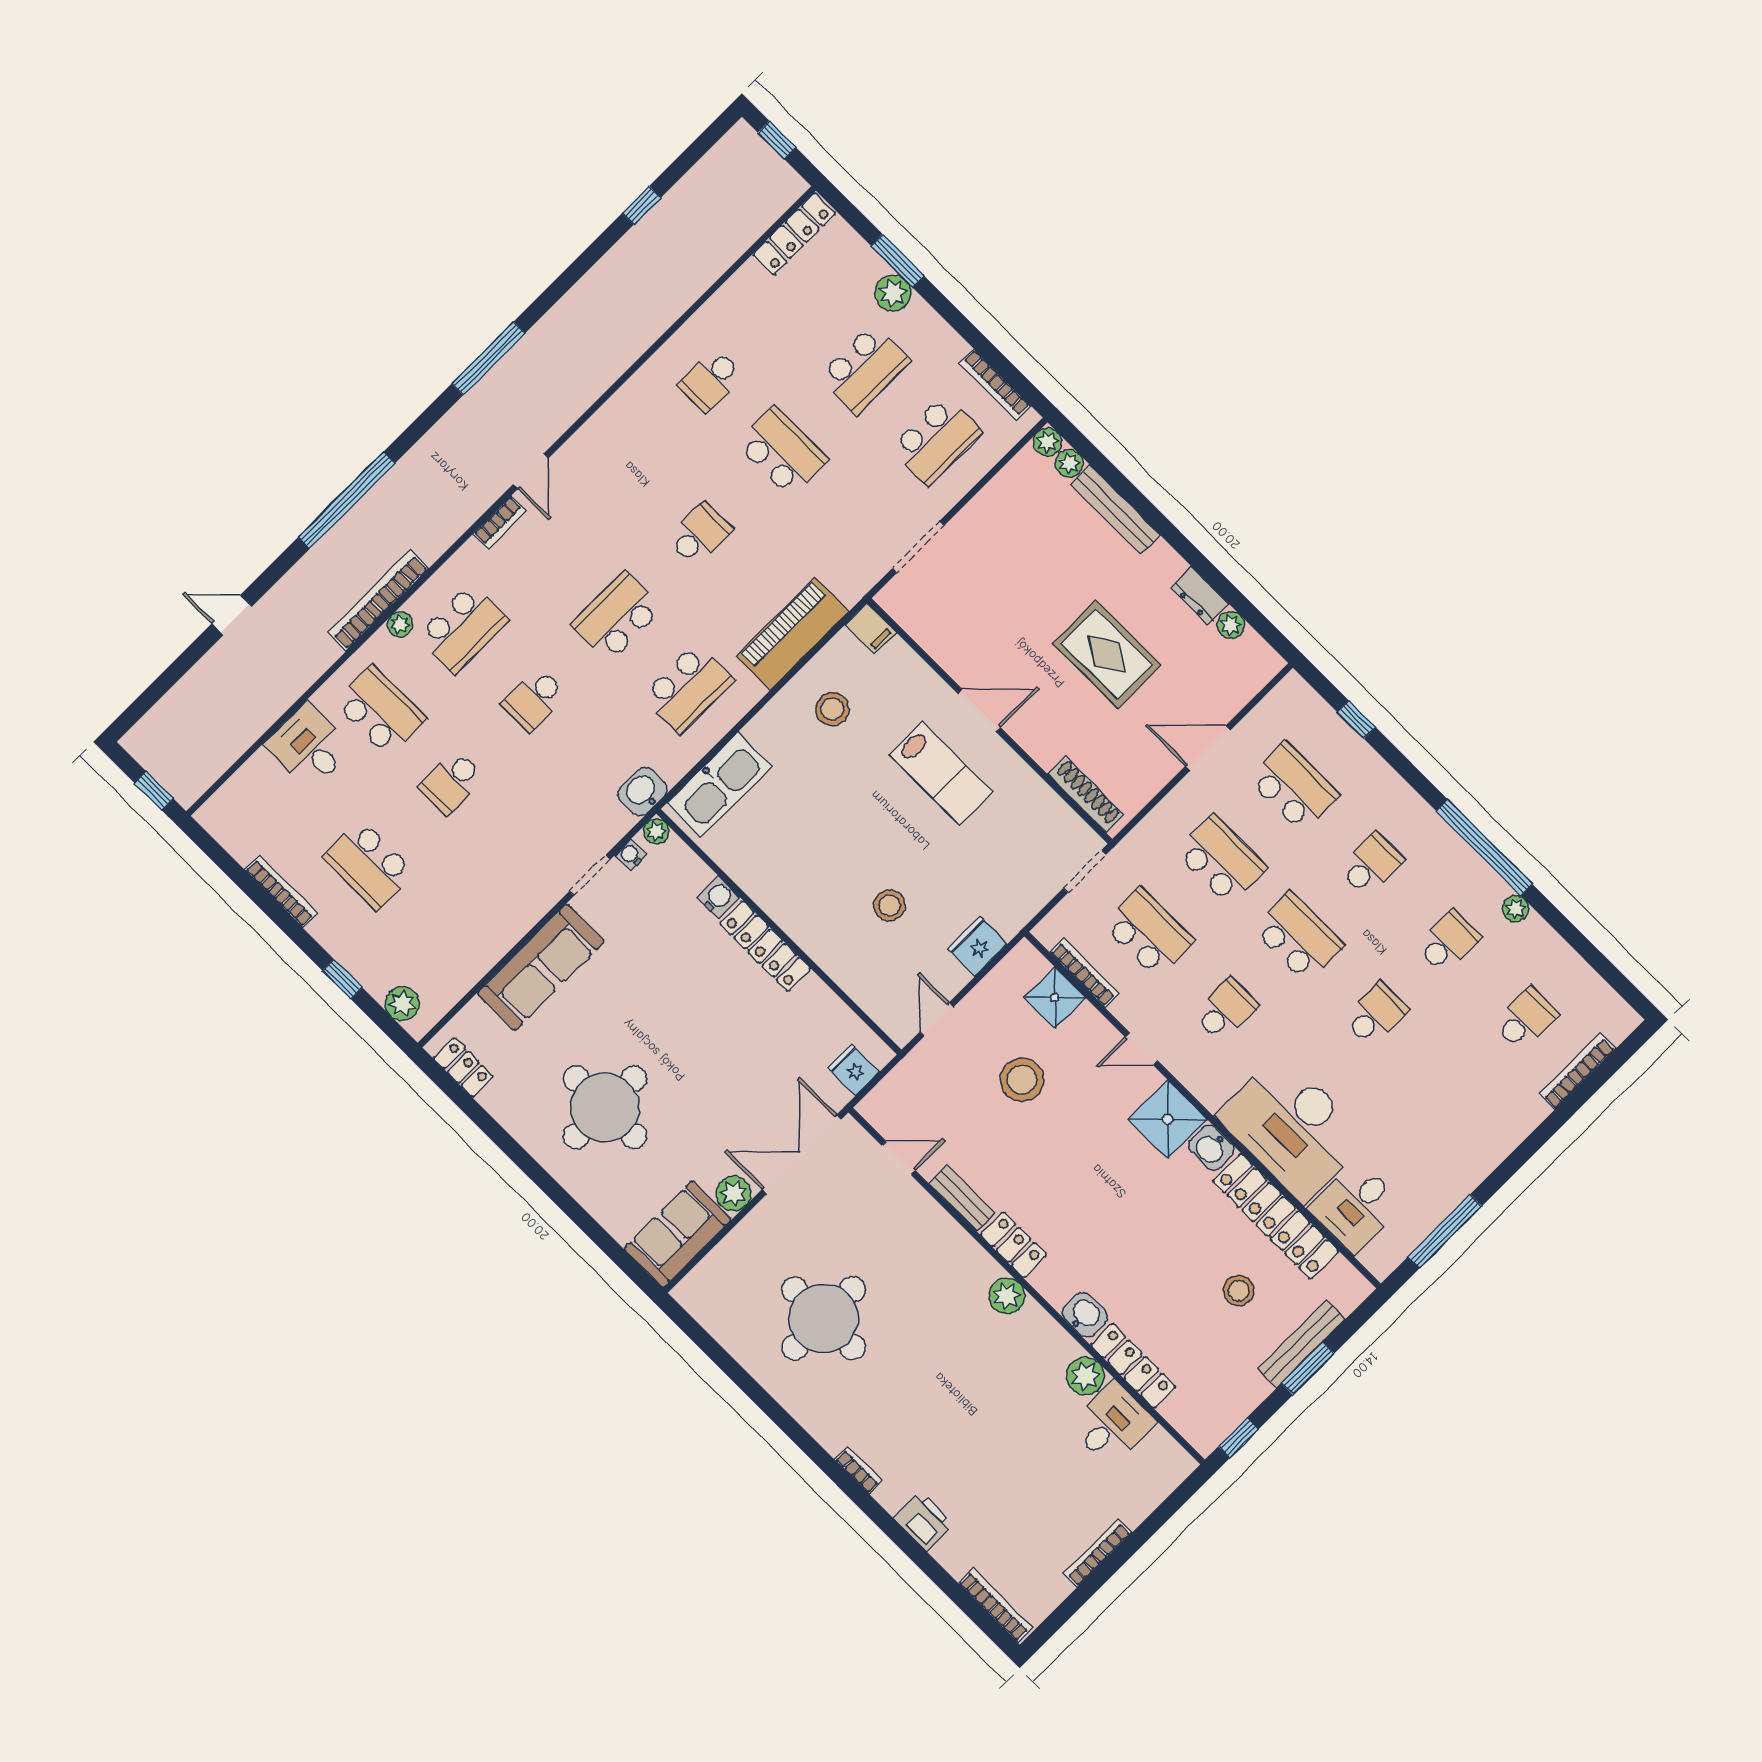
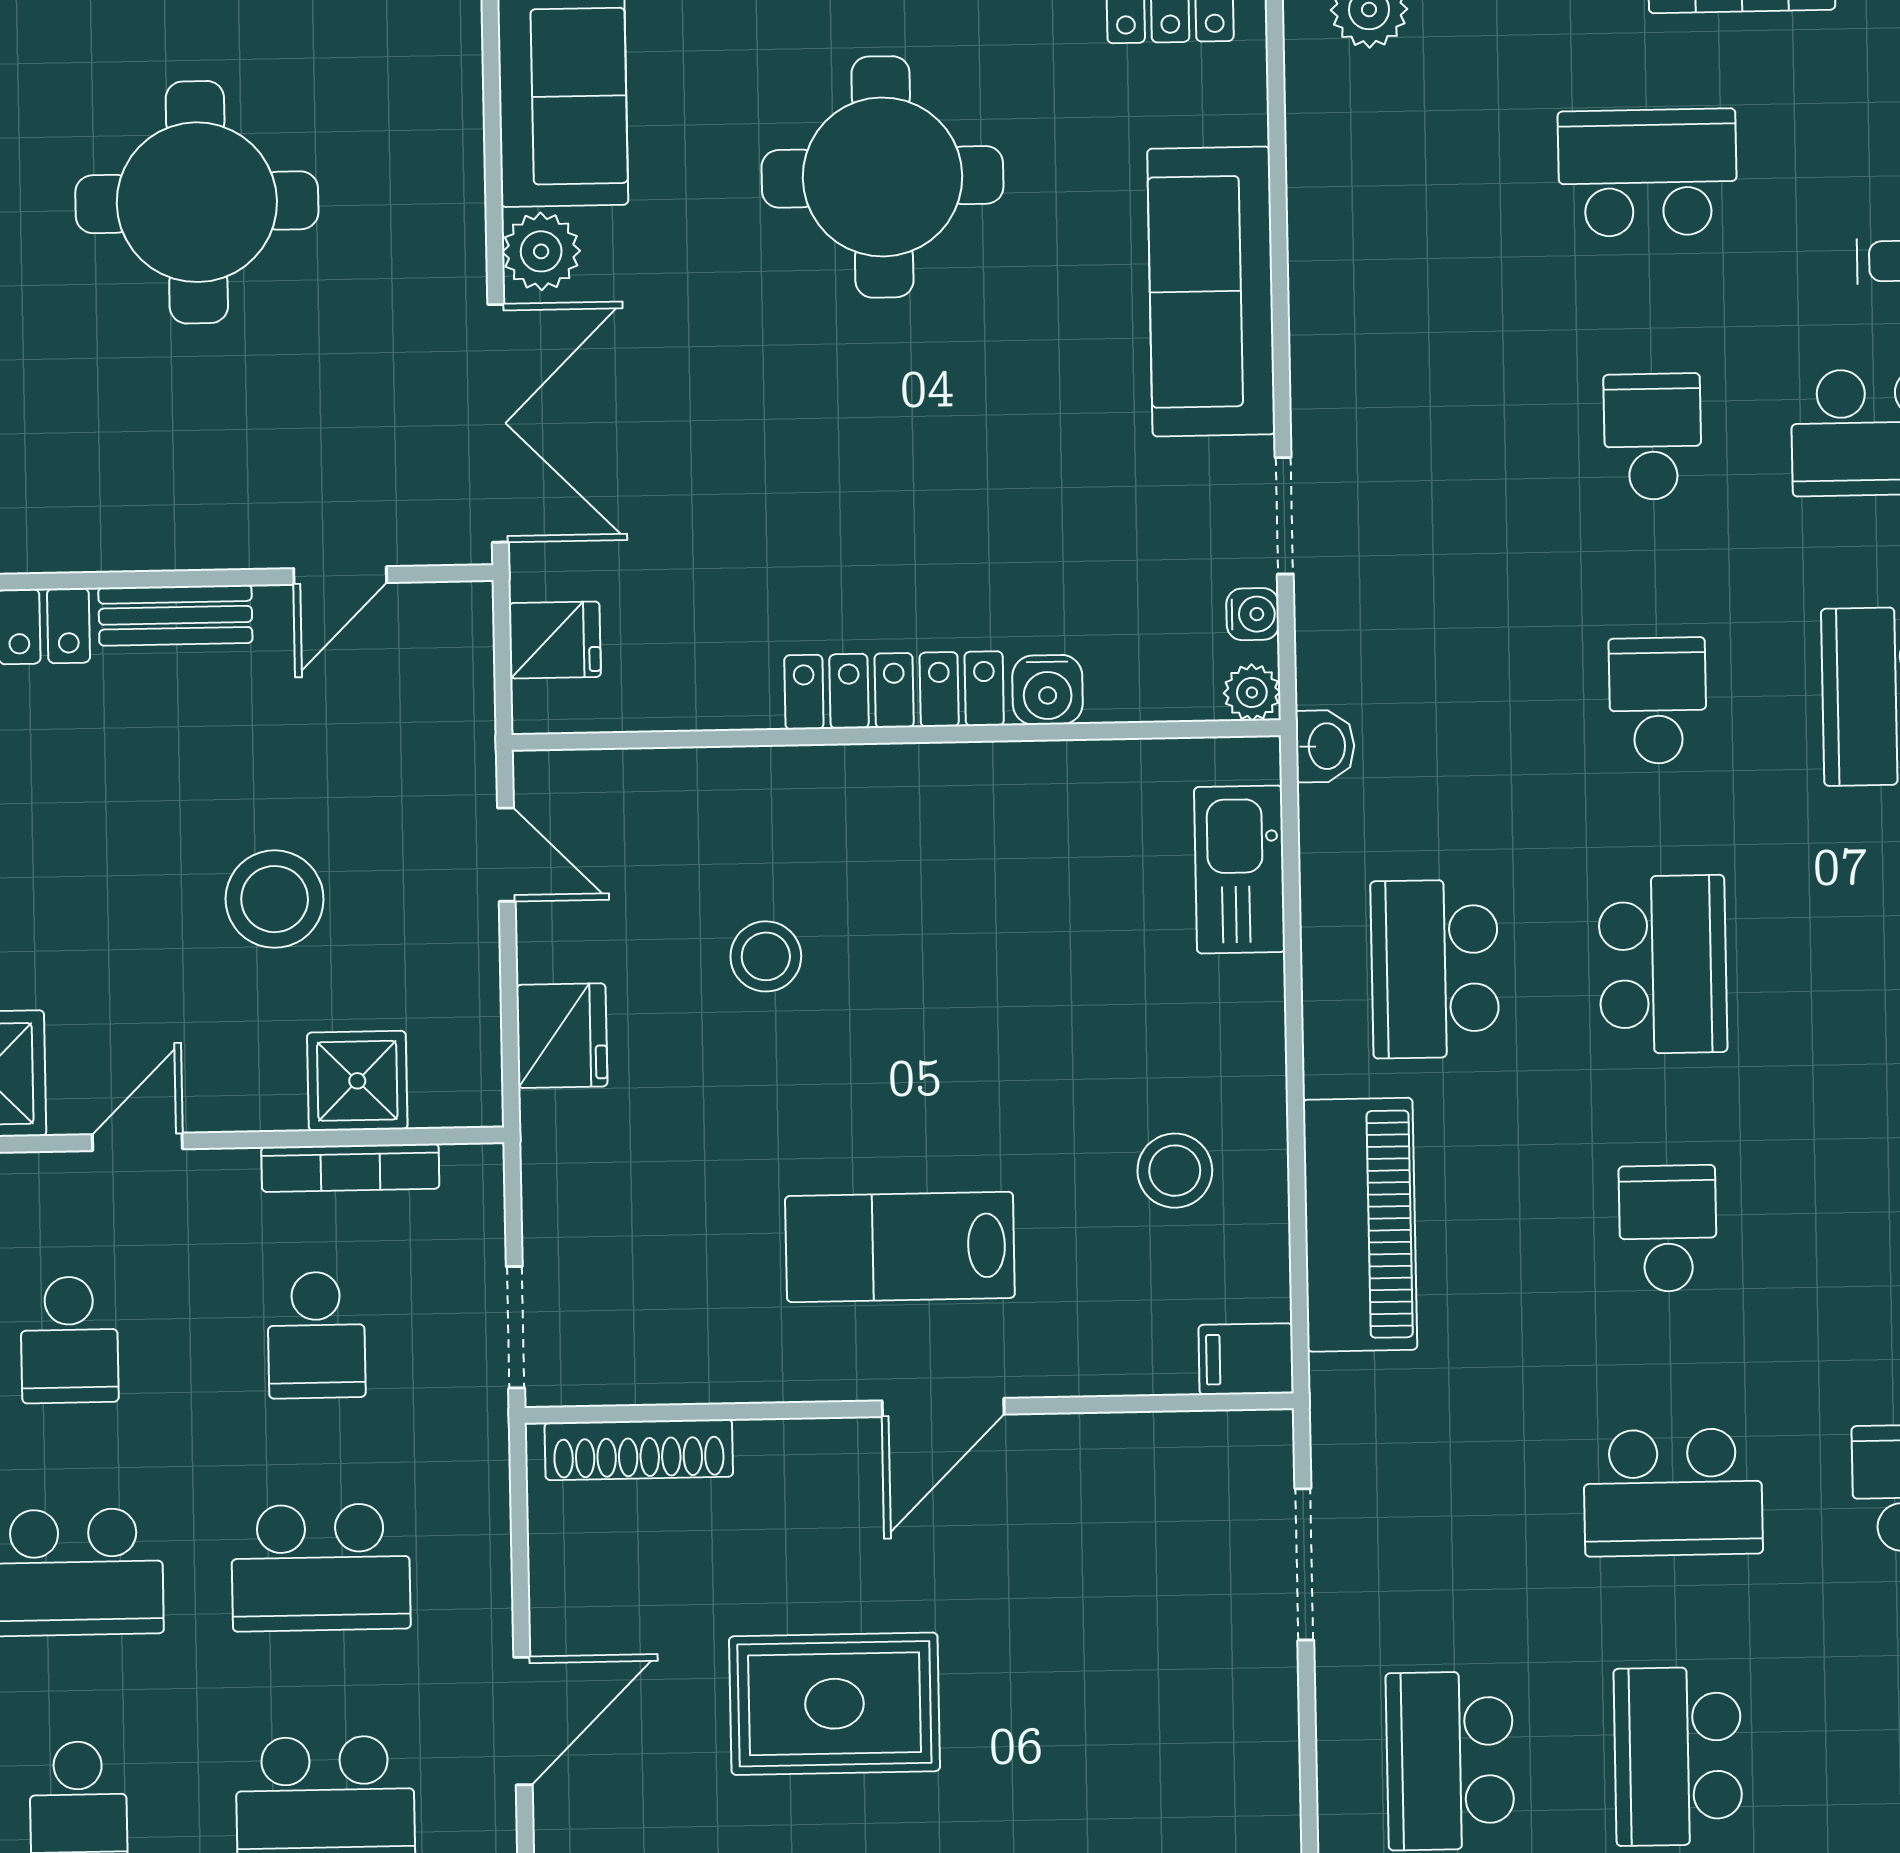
school desk: (699, 534) -> (1668, 1228), turned 180
kitchen sink: (720, 784) -> (1240, 869), width x0.73, depth x0.81
washbasin: (642, 792) -> (1325, 746), width x0.72, depth x0.69
school desk: (1148, 932) -> (316, 1335), width x0.54

